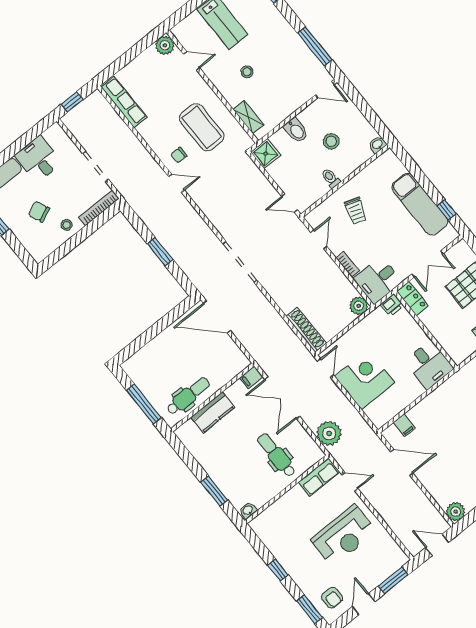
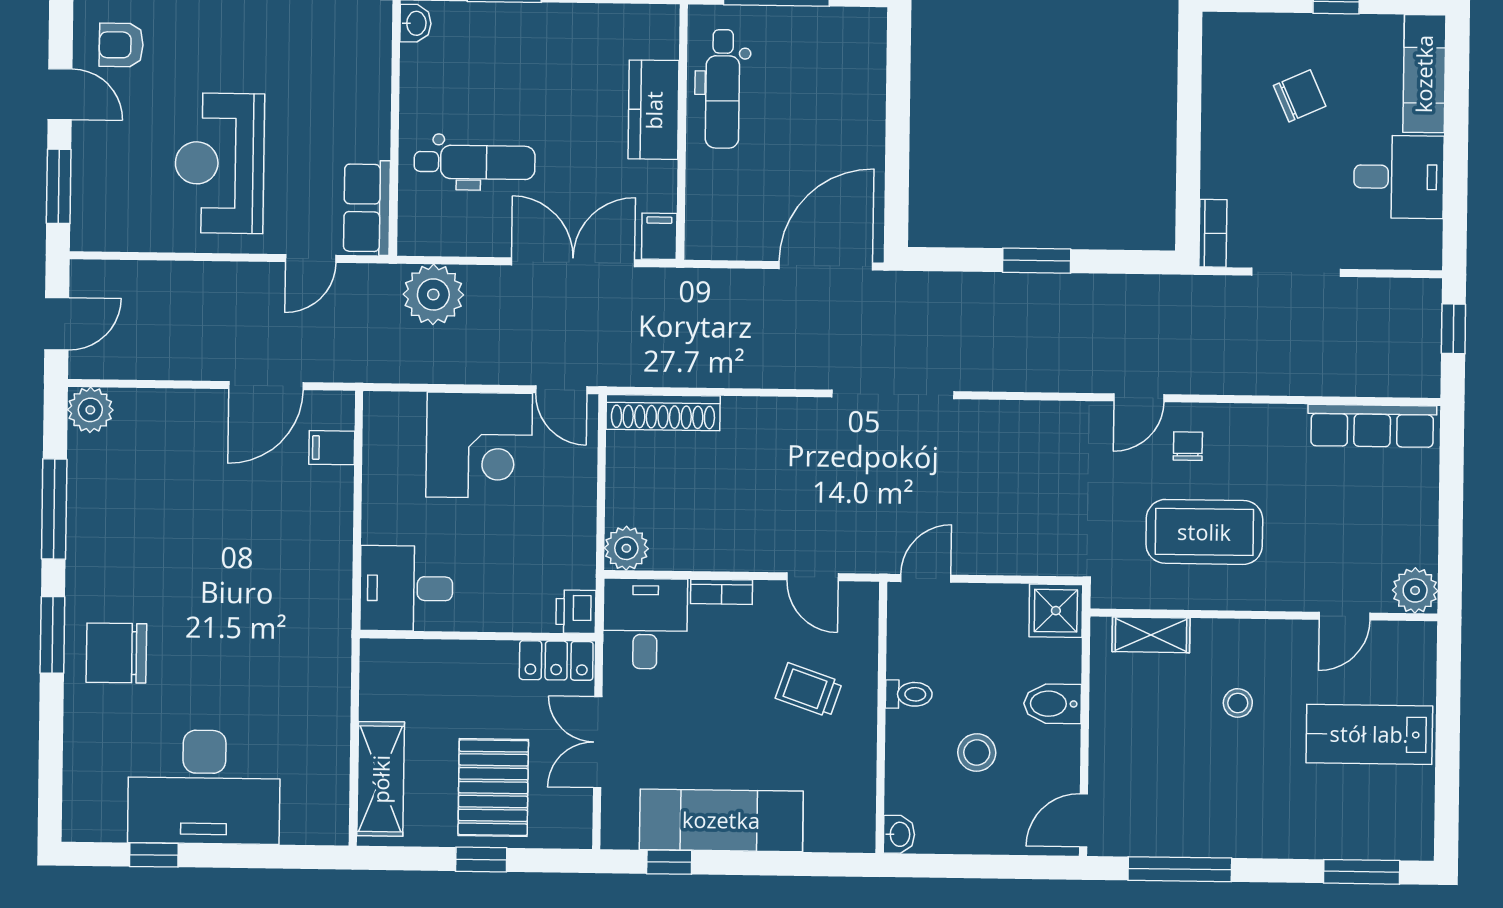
bookcase: (99, 208) -> (1213, 233), width x0.64
stool: (67, 225) -> (1232, 127), removed

